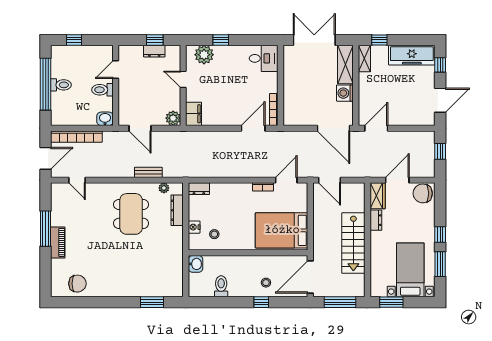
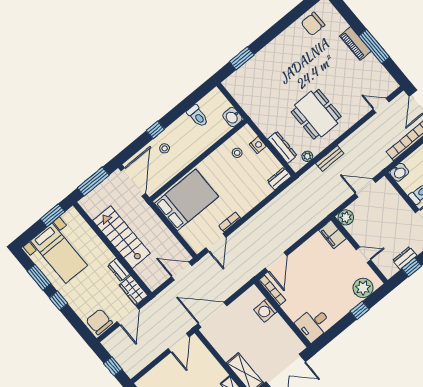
washing machine: (345, 93) -> (265, 311), moved, turned 180
chair: (423, 193) -> (99, 322), turned -90

